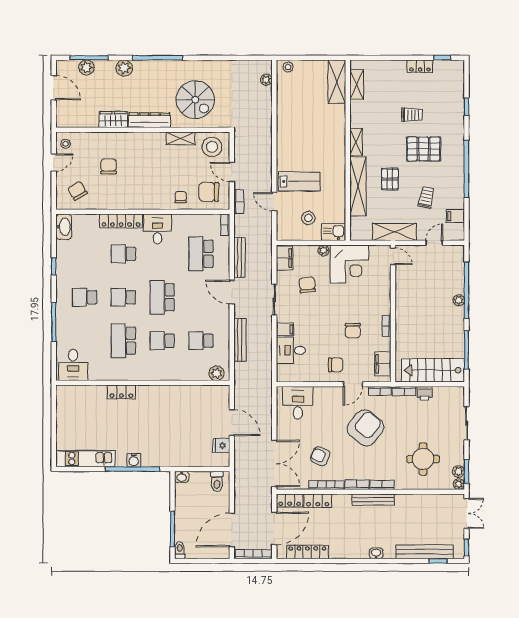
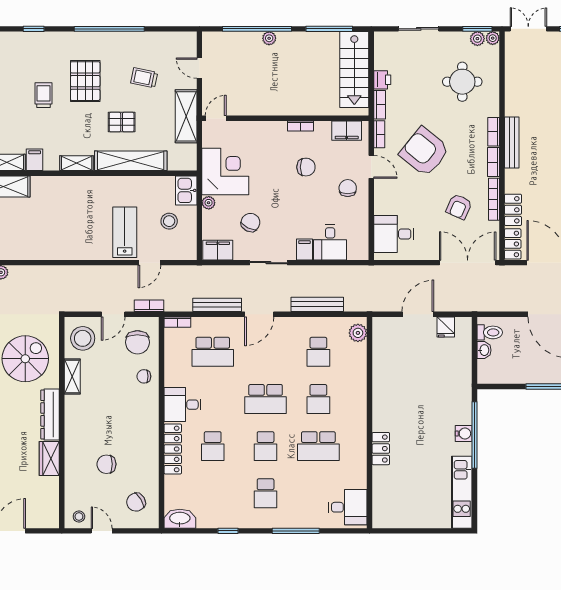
filing cabinet: (455, 216) -> (35, 160), moved, turned 180
chair: (307, 285) -> (250, 222), turned 121
washbasin: (182, 477) -> (484, 350), moved

